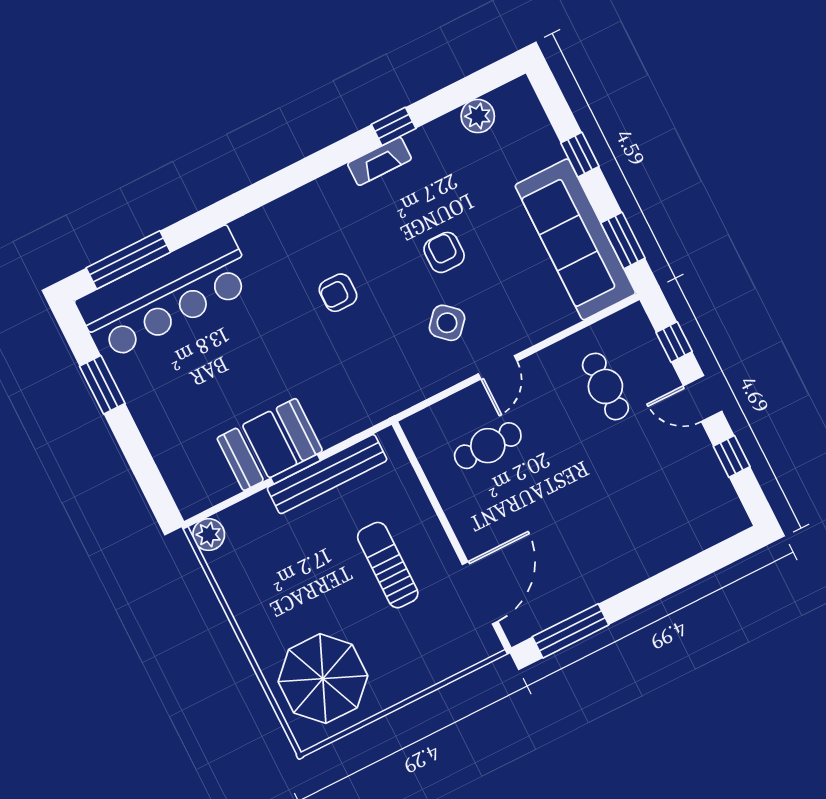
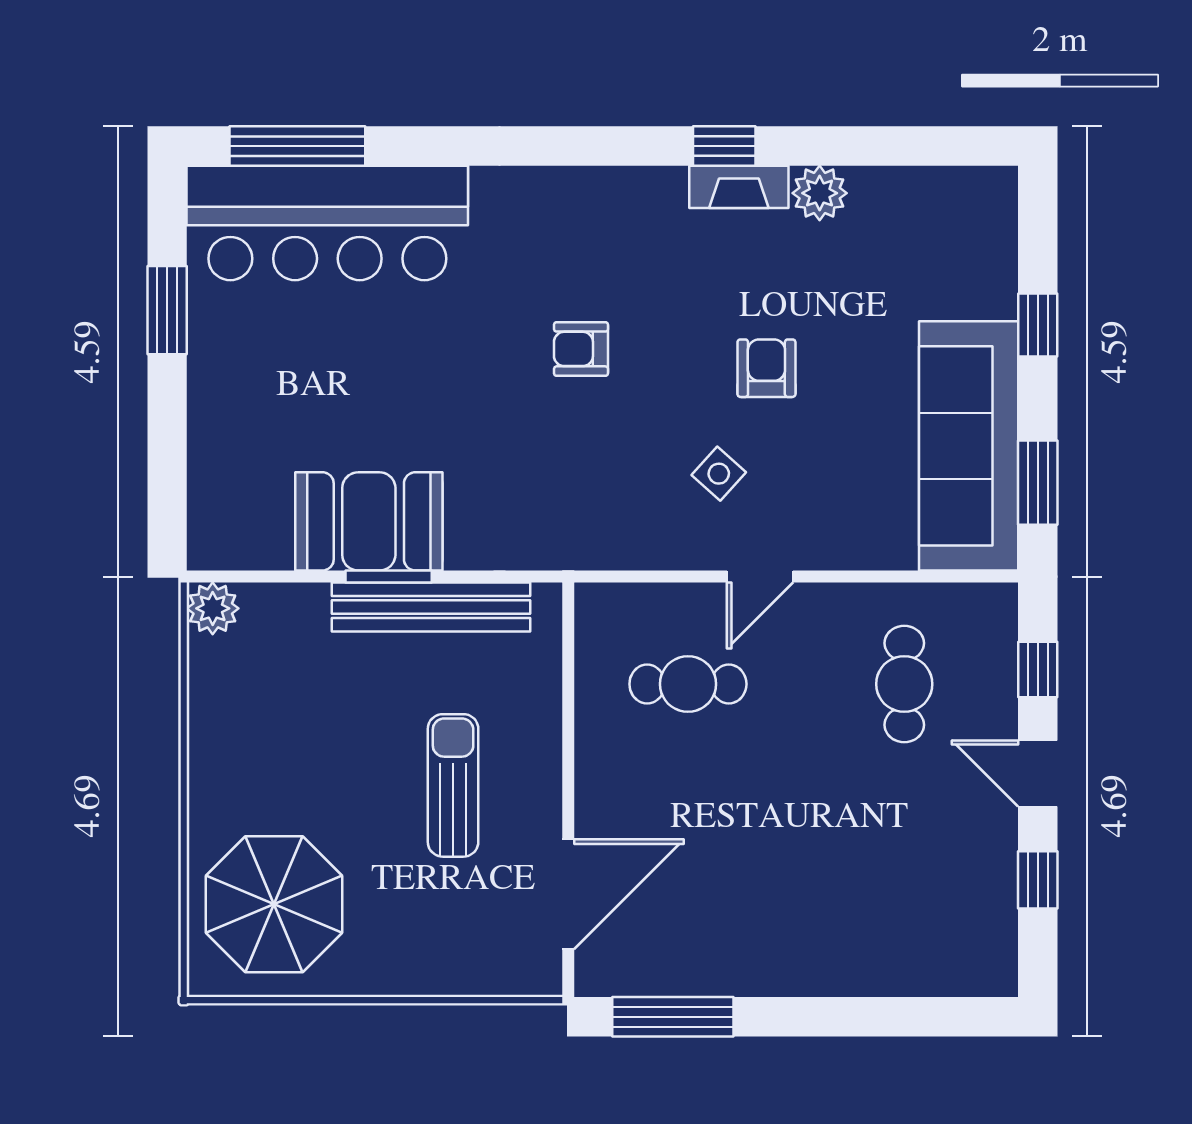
plant: (478, 116) -> (820, 193), moved
window: (394, 126) -> (724, 146), moved
side table: (447, 323) -> (719, 474), width x0.73, depth x0.73

